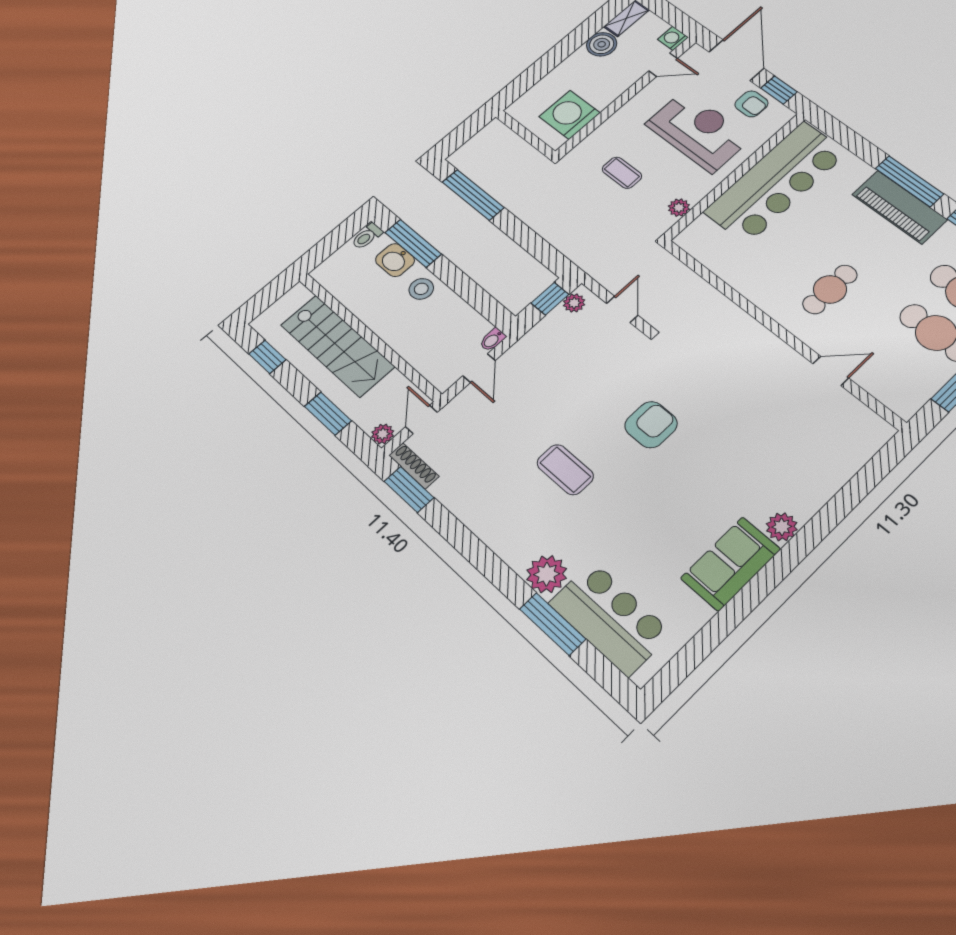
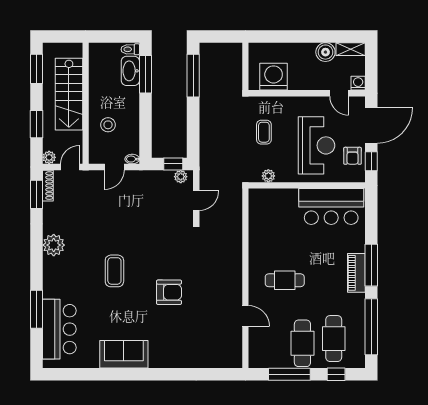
bar counter: (776, 182) -> (331, 207), width x0.73
piano: (900, 207) -> (356, 273), width x0.73, depth x0.75
washbasin: (395, 260) -> (130, 71), width x1.38
stool: (421, 289) -> (108, 125), moved
window: (267, 357) -> (36, 69), width x1.50
armchair: (651, 425) -> (169, 292), moved
coffee table: (565, 470) -> (114, 271), moved
plant: (782, 527) -> (158, 360), removed
plant: (547, 574) -> (54, 245), moved

